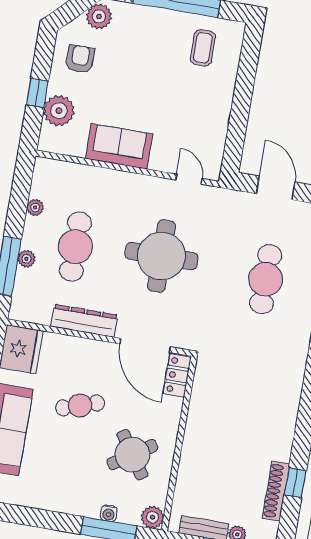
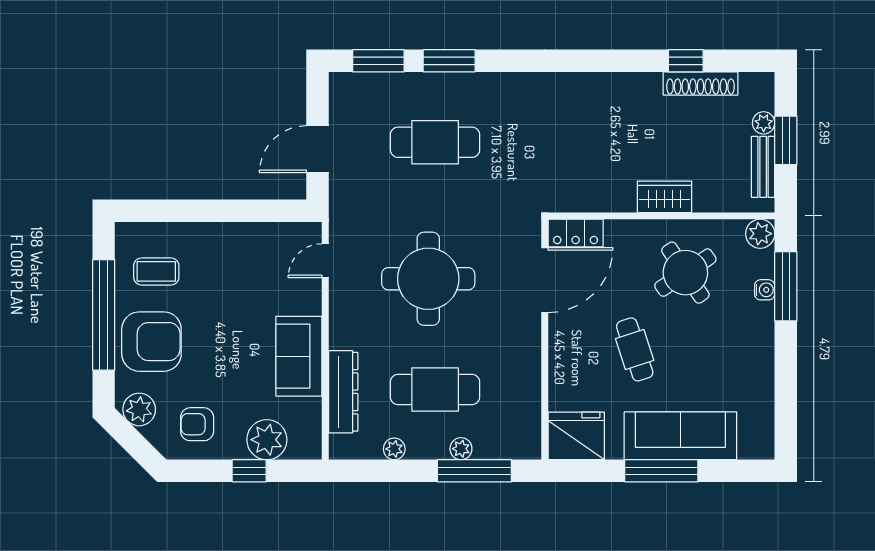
armchair: (150, 35) -> (151, 342), added
dresser: (84, 321) -> (343, 392), moved, turned 180
wardrobe: (193, 448) -> (664, 197), added

